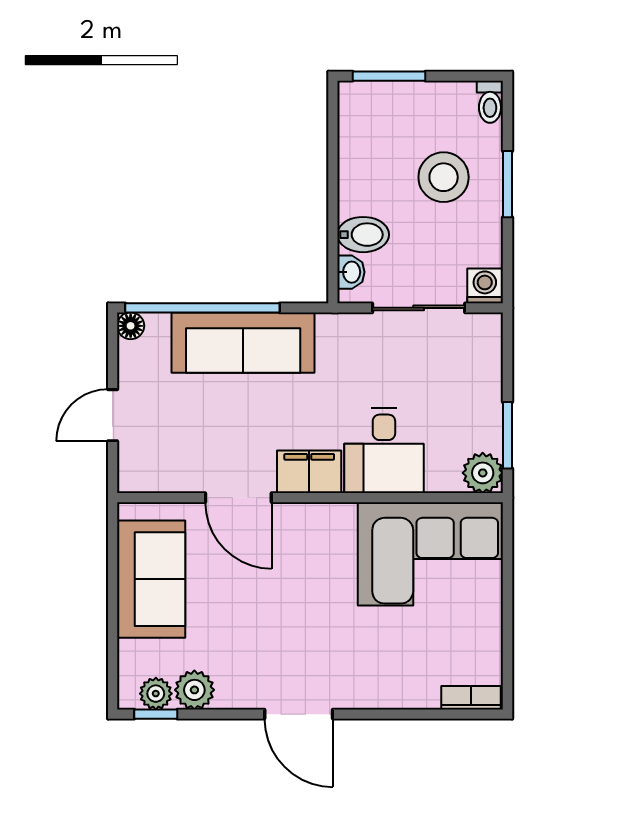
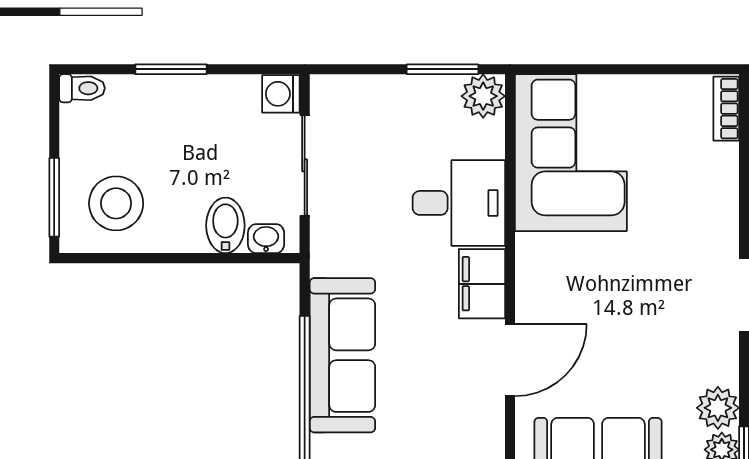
stool: (444, 177) -> (116, 203), moved

